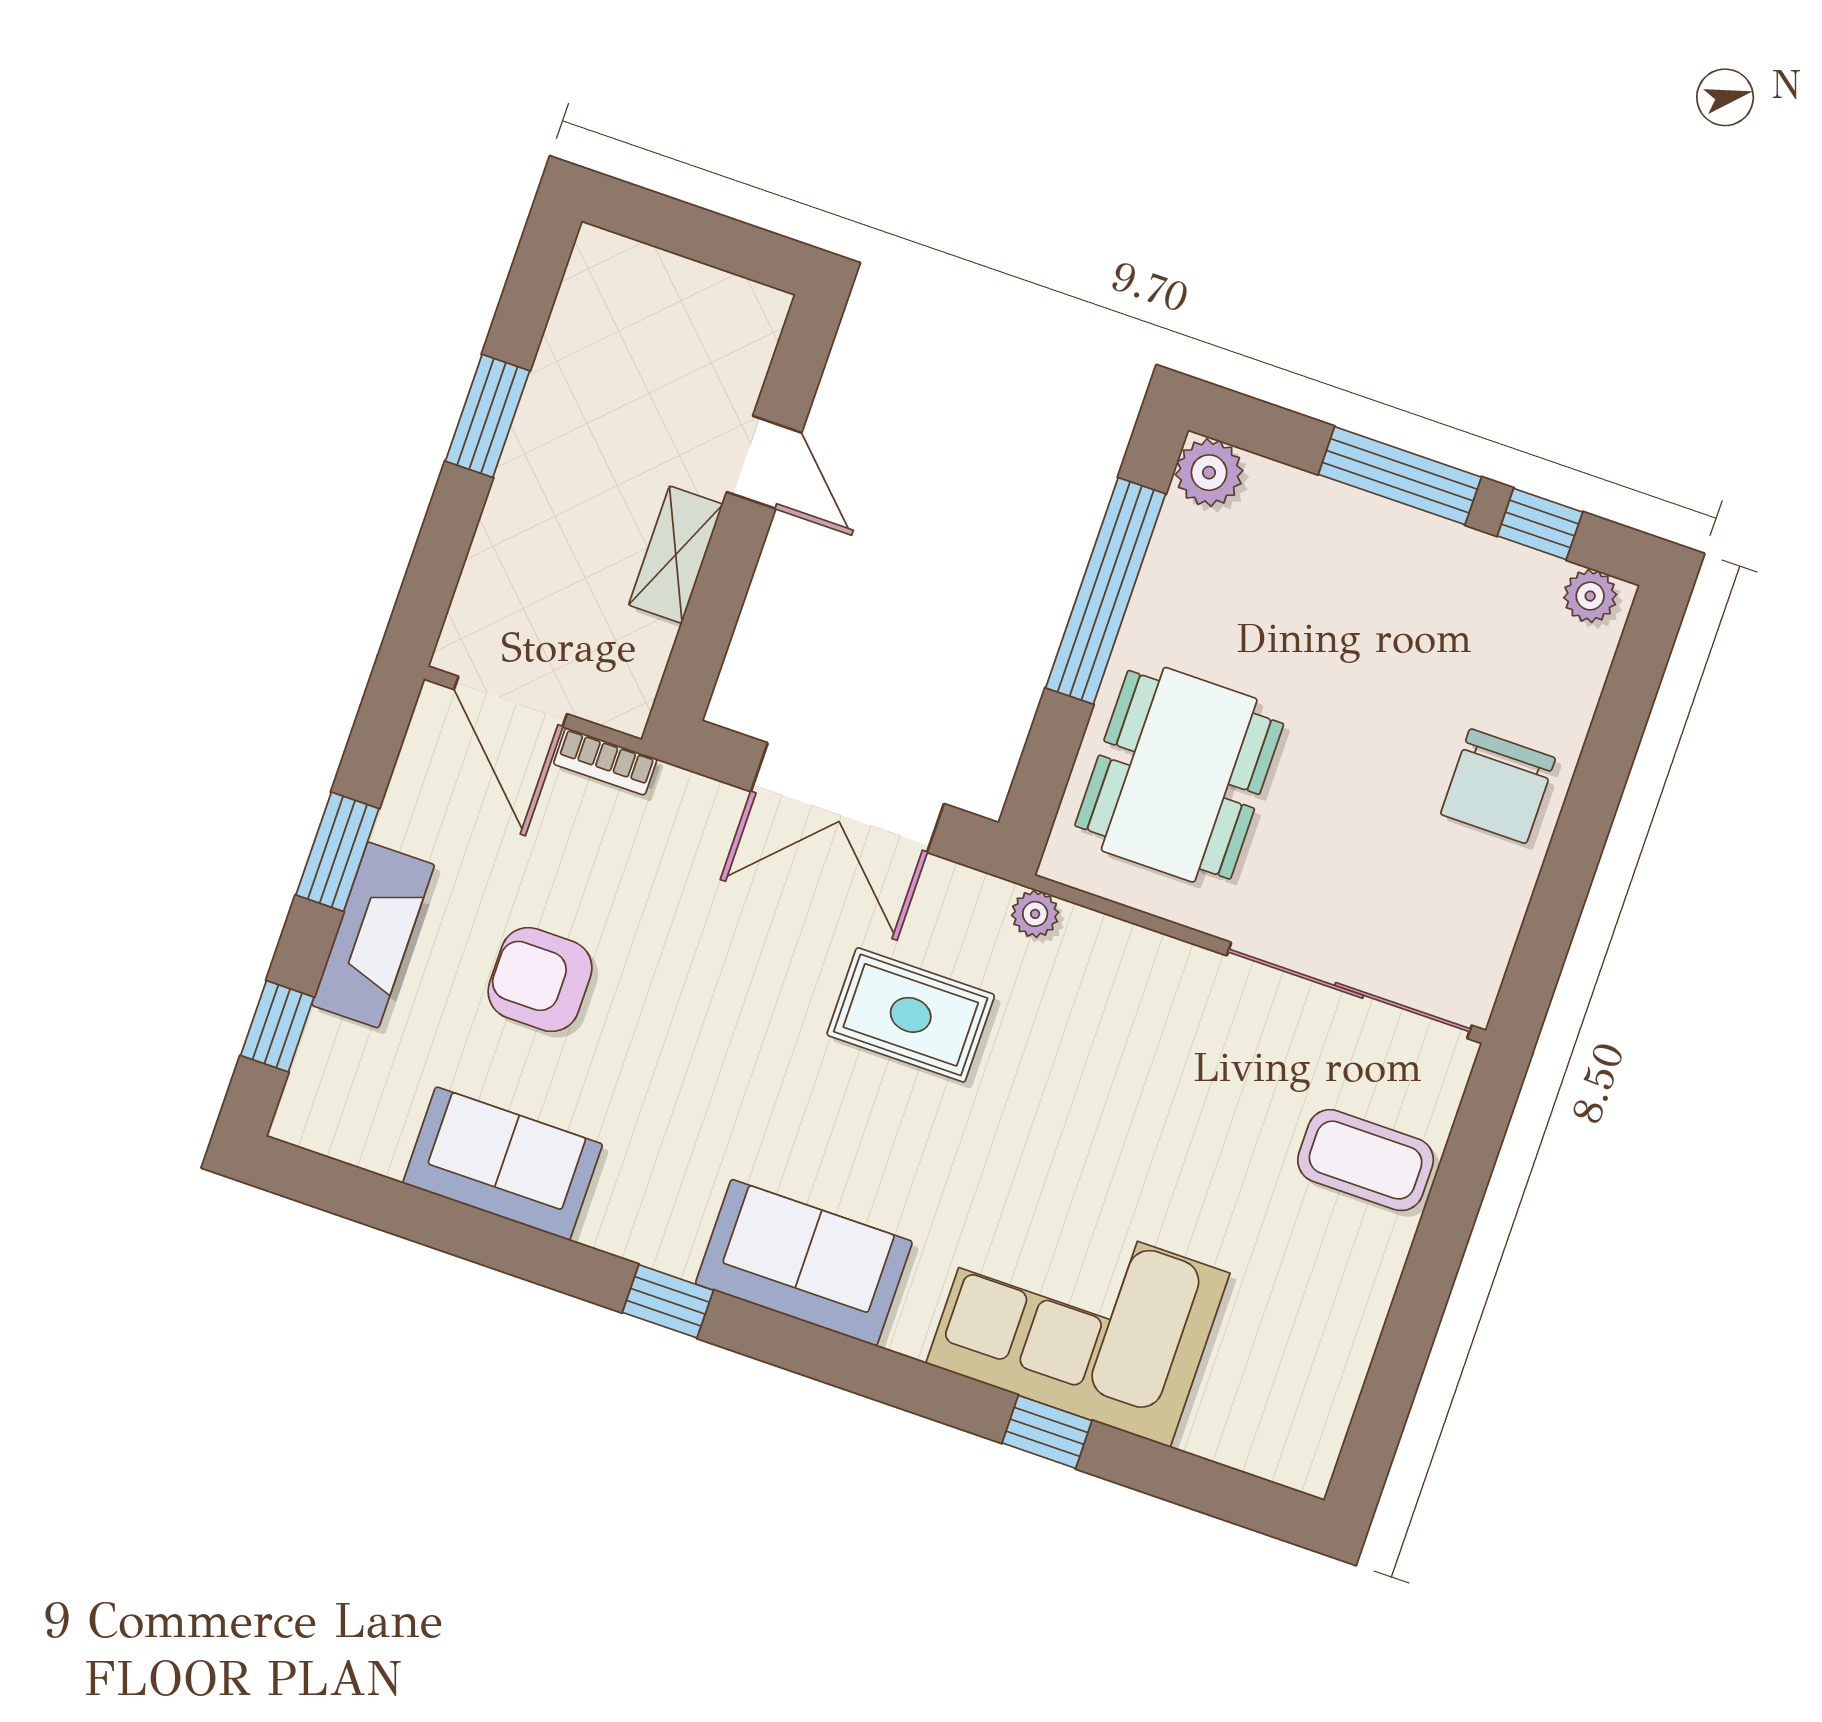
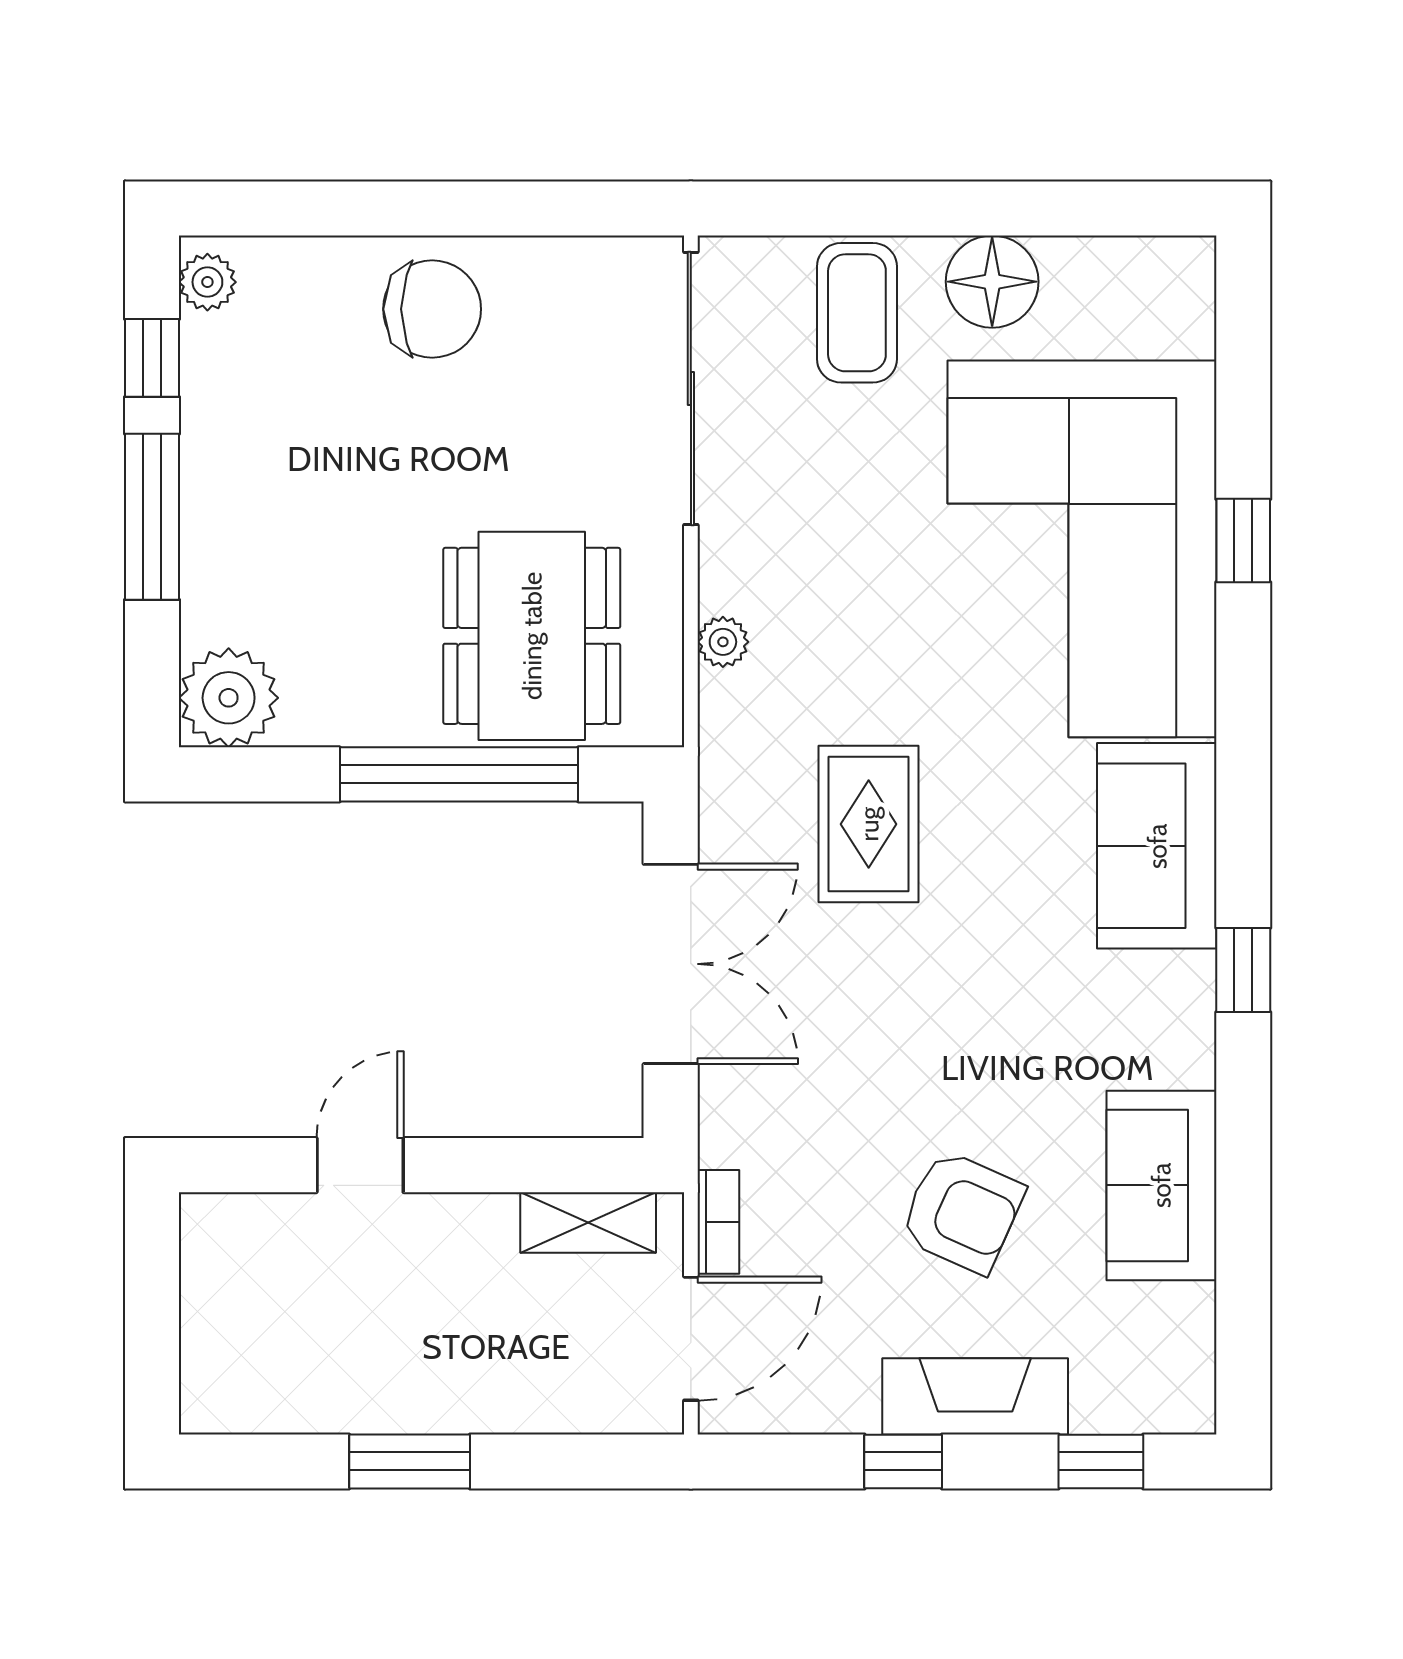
plant: (1209, 473) -> (229, 698), width x1.36, depth x1.36
shelving: (676, 555) -> (588, 1222), moved
window: (1106, 591) -> (459, 774), moved
dining table: (1179, 775) -> (532, 636), turned 90
window: (337, 852) -> (903, 1461), width x0.67
plant: (1035, 914) -> (723, 642), moved
armchair: (540, 980) -> (962, 1212), turned -66
floor lamp: (1352, 1289) -> (992, 282), added
corner sofa: (1078, 1318) -> (1082, 549), width x1.36, depth x1.36

